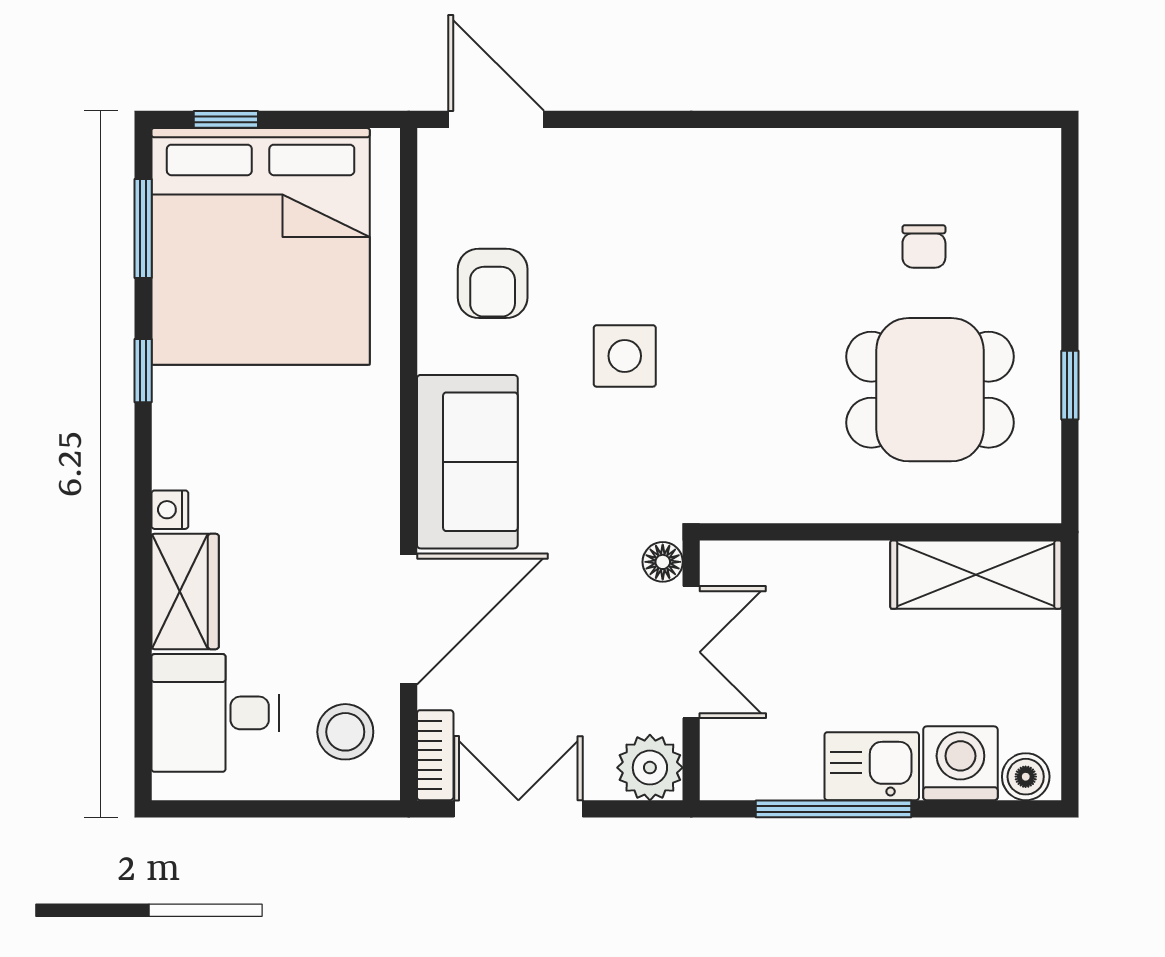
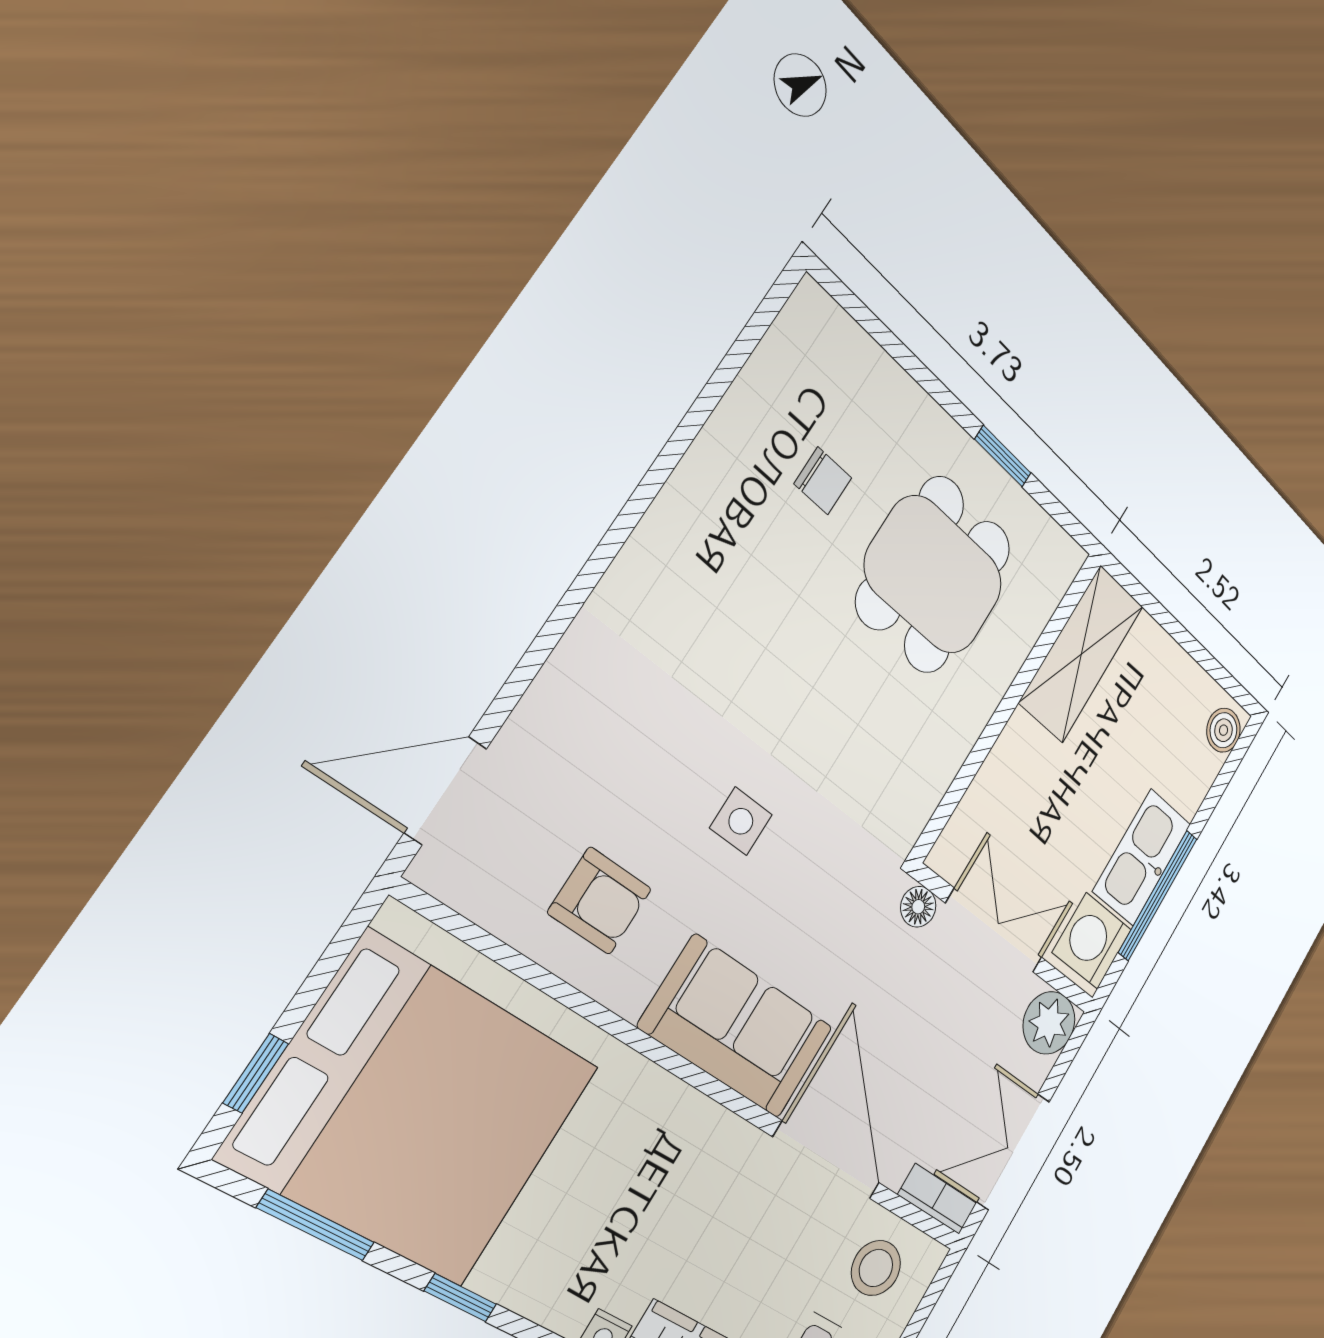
side table: (625, 356) -> (741, 821), width x0.73, depth x0.73
washing machine: (960, 763) -> (1092, 941), moved
kitchen sink: (872, 766) -> (1142, 857), width x1.38

